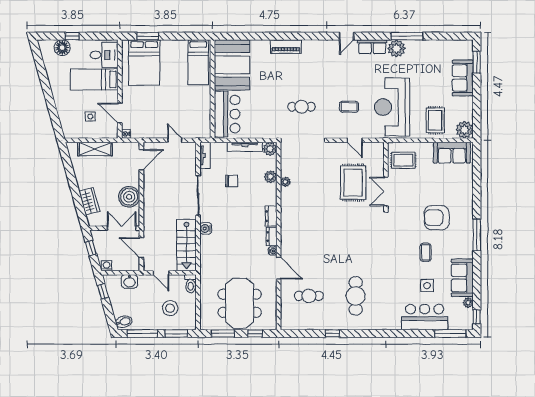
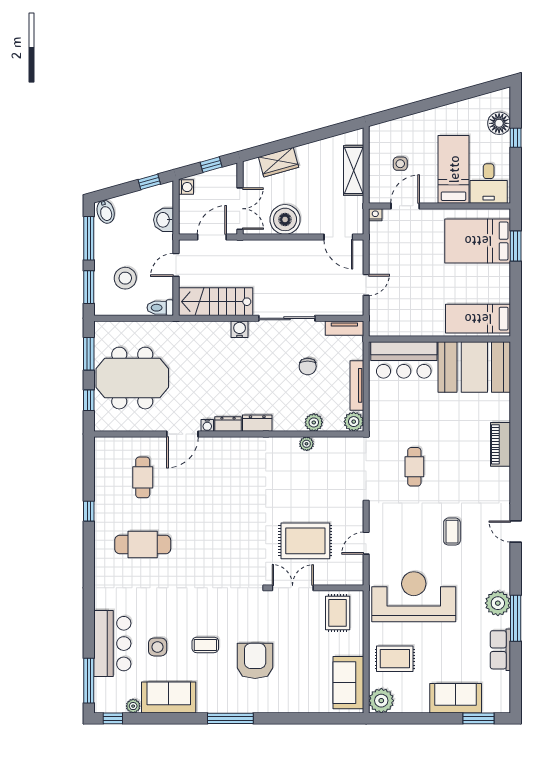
row of seats: (372, 47) -> (500, 650), moved
coffee table: (349, 107) -> (452, 532), moved

